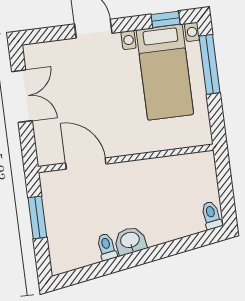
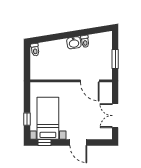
window: (210, 64) -> (27, 119), width x0.46

